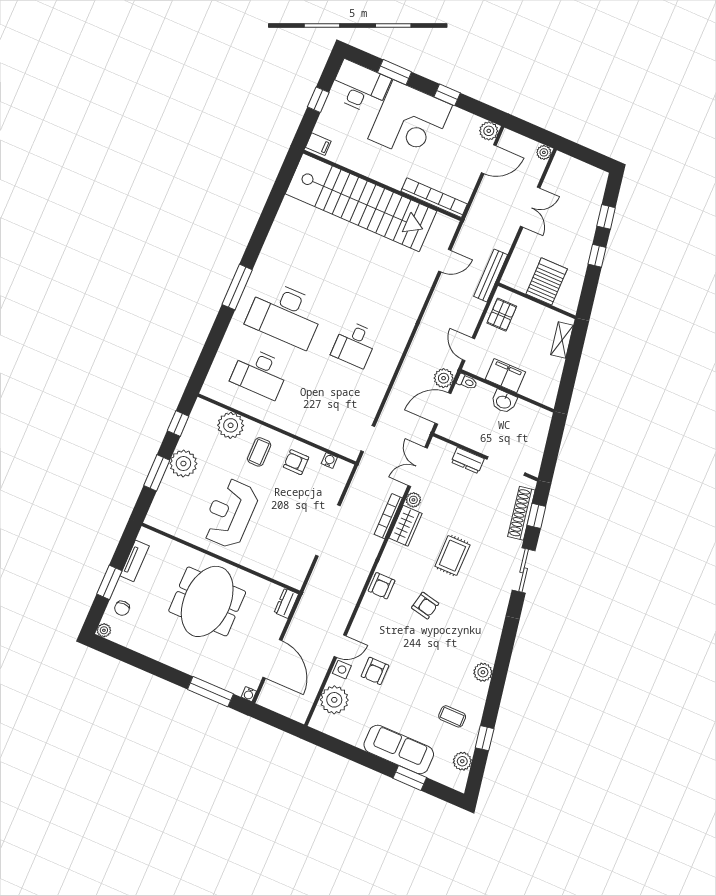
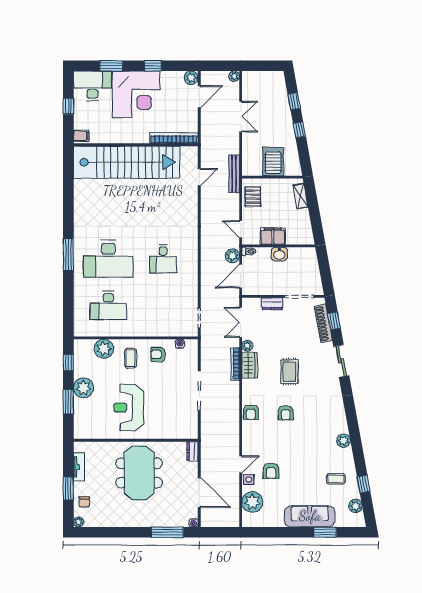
armchair: (425, 606) -> (286, 413), turned 78

